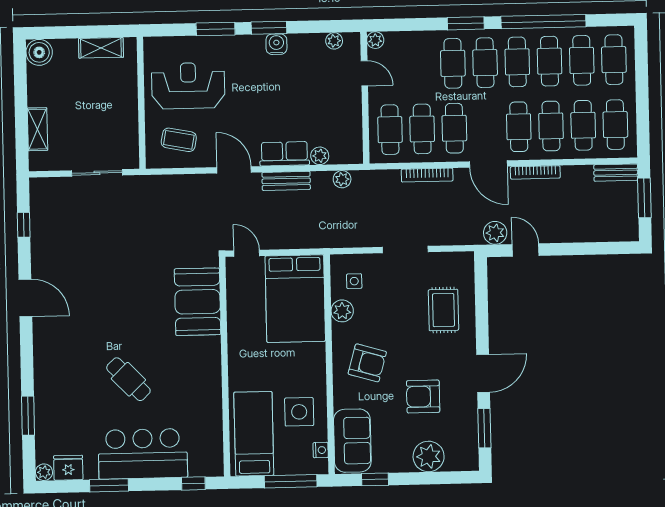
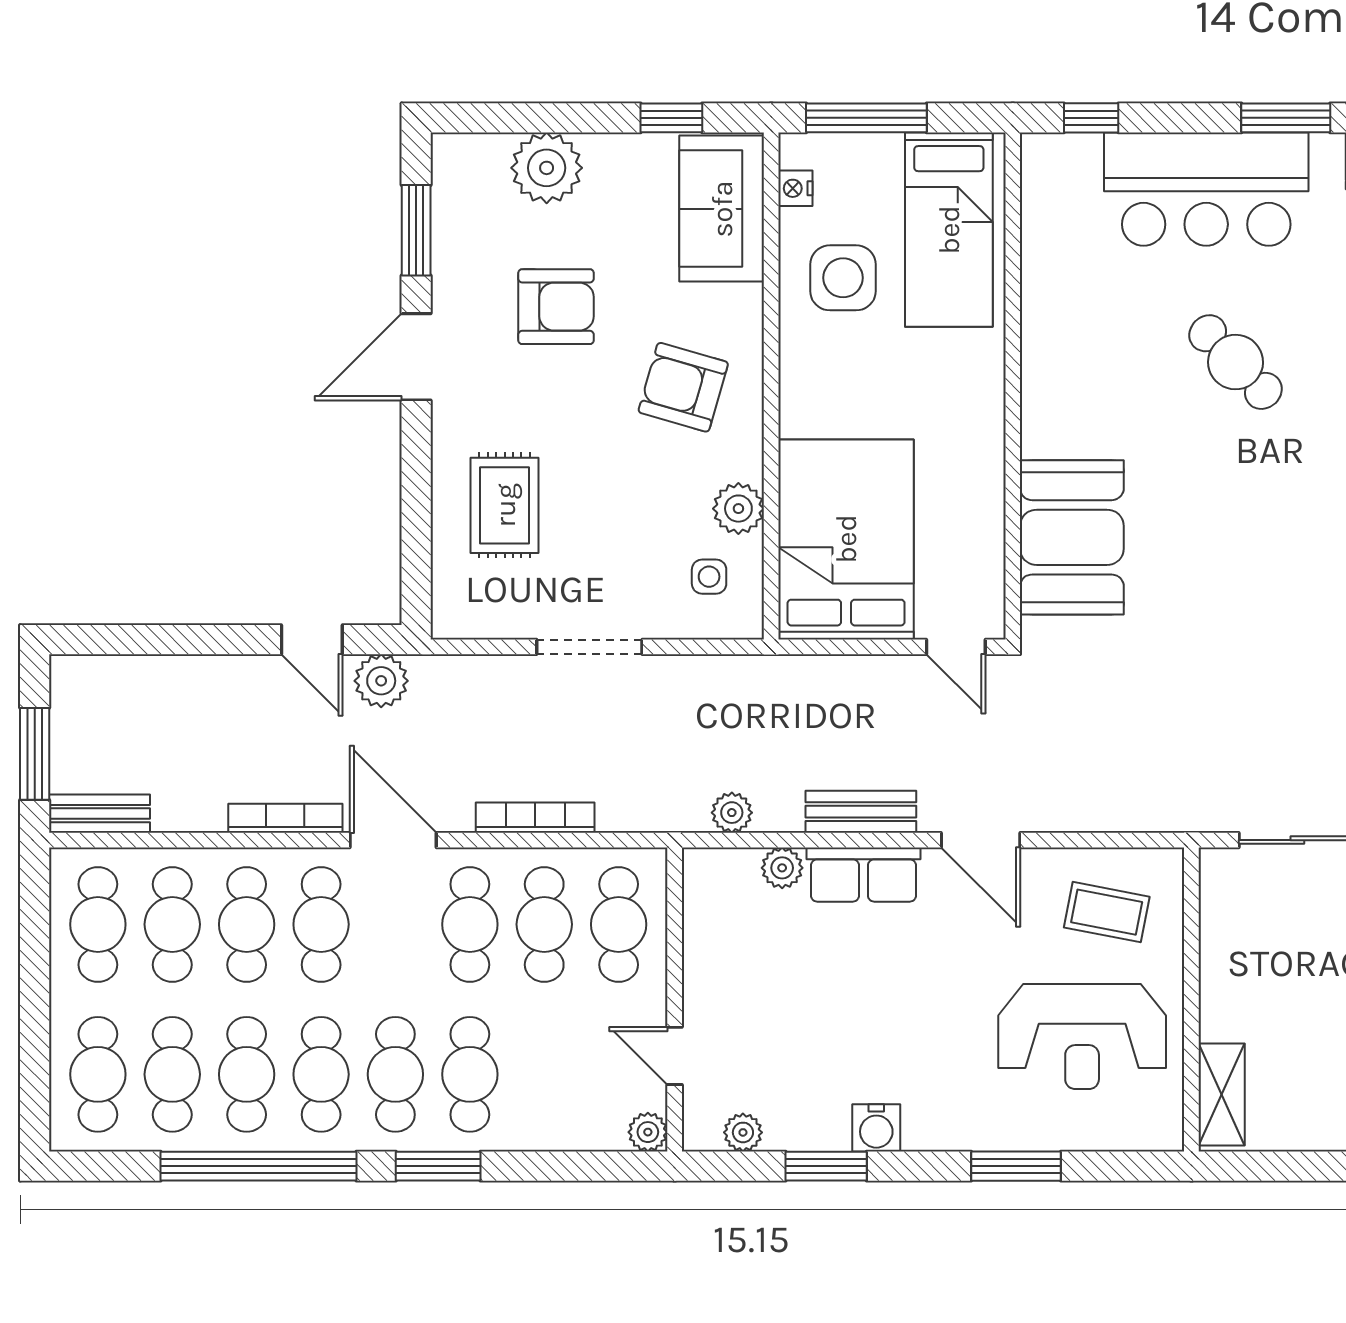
window: (269, 28) -> (826, 1166), moved
shelving: (101, 48) -> (1222, 1095), moved, turned 90

